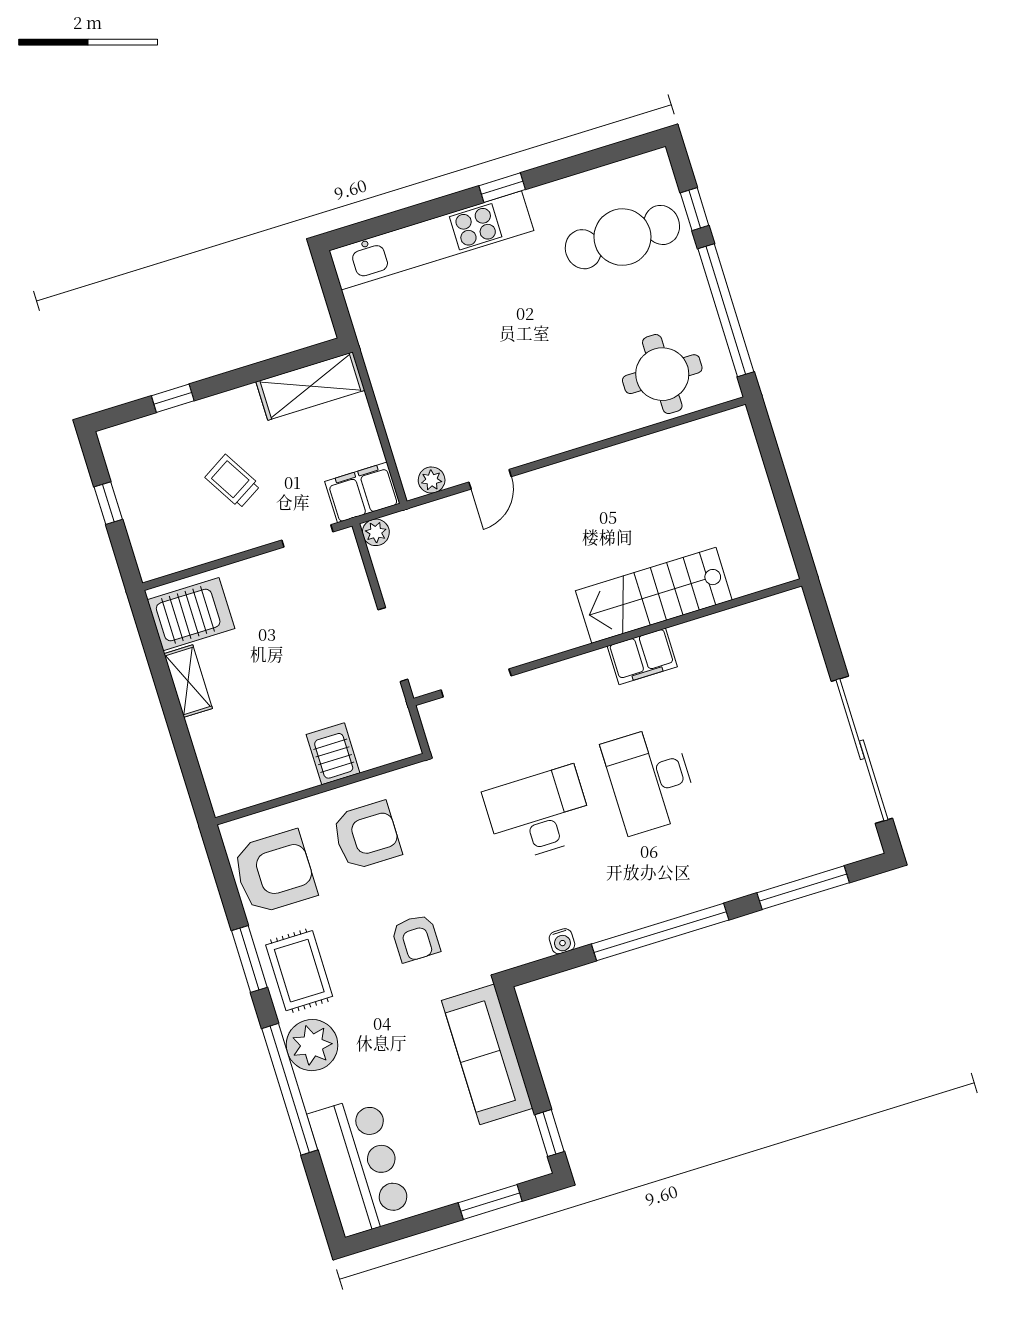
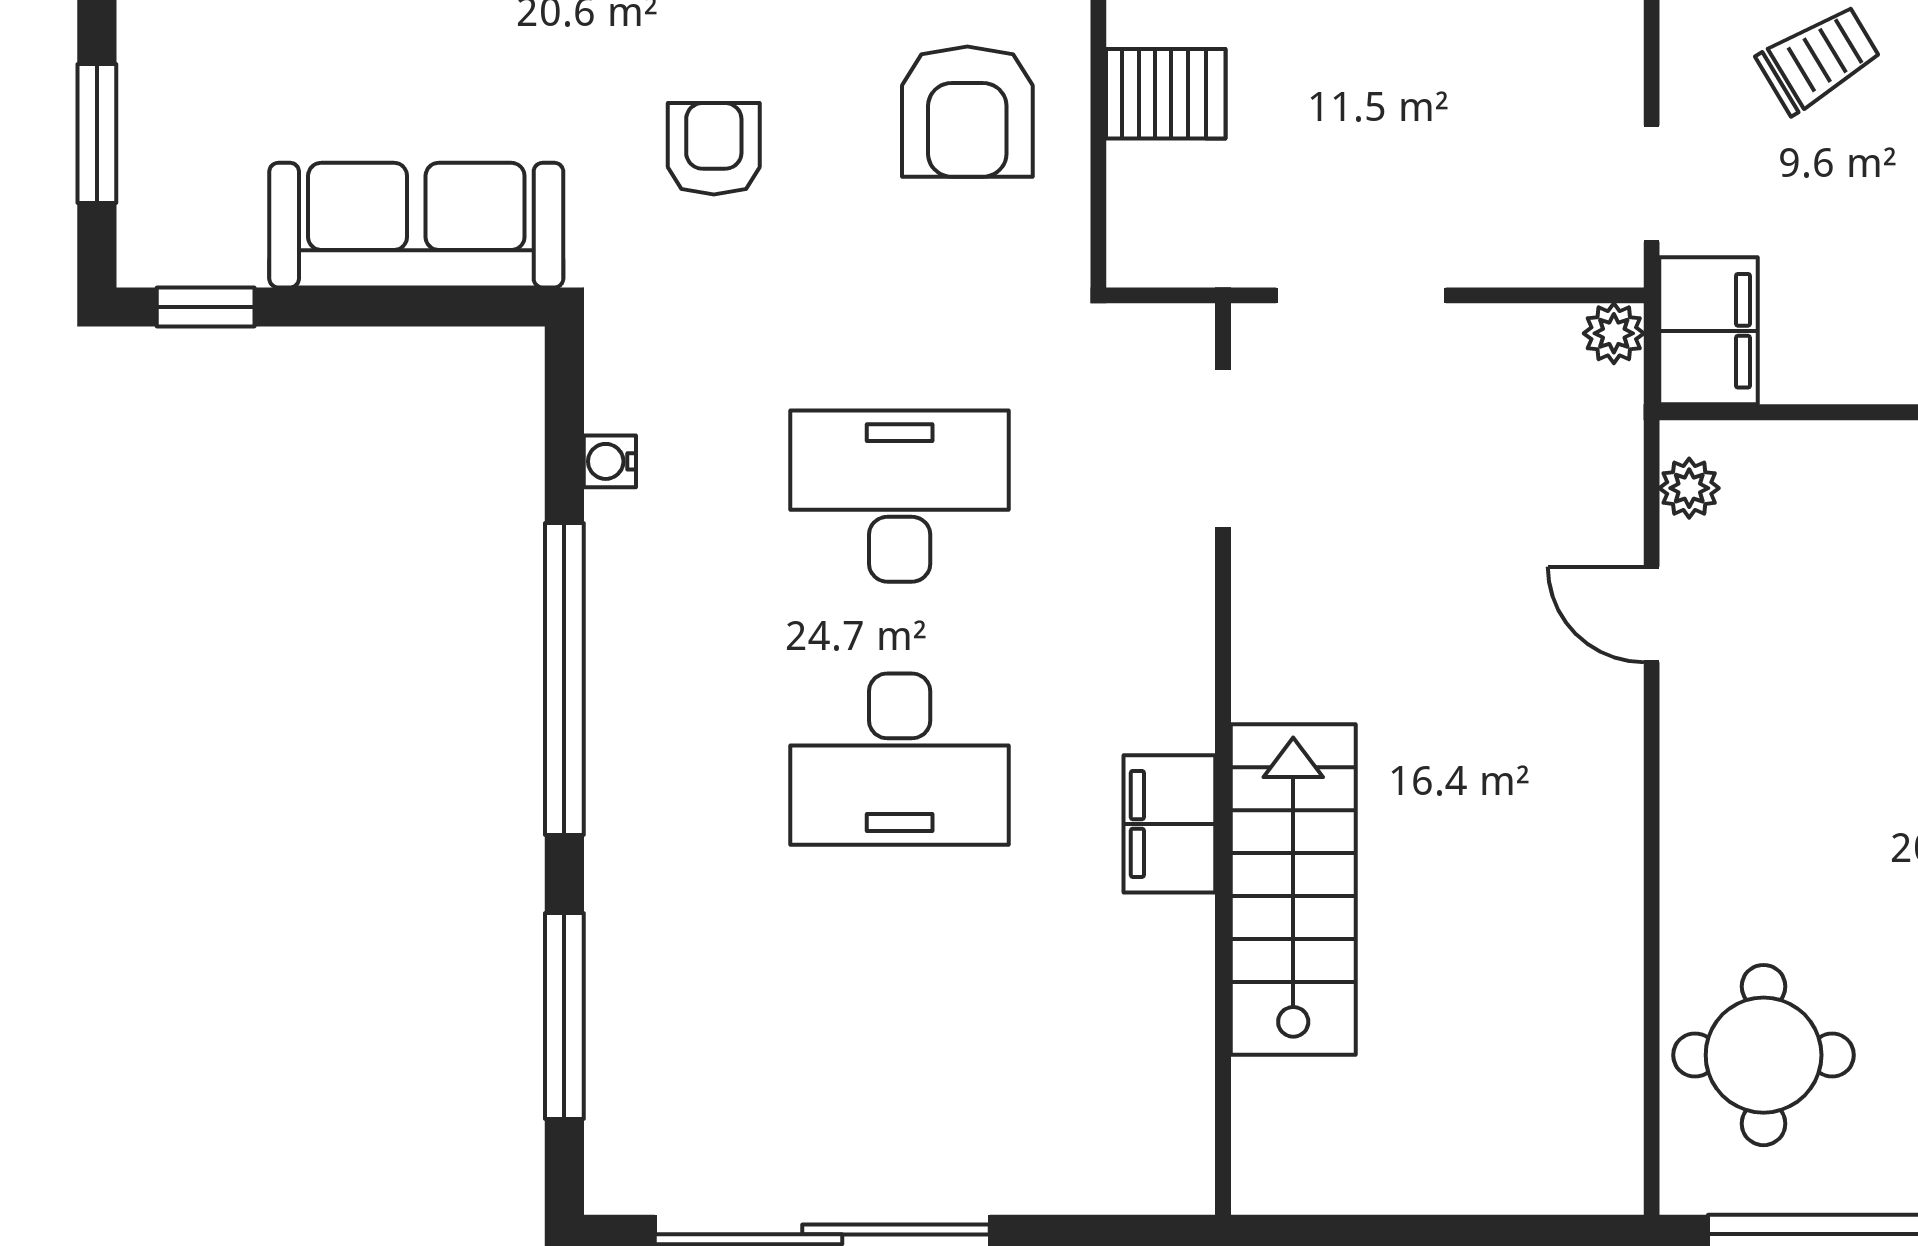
desk: (650, 779) -> (900, 759), turned 180
desk: (539, 814) -> (900, 496), turned -90
armchair: (416, 938) -> (714, 149), turned 90

